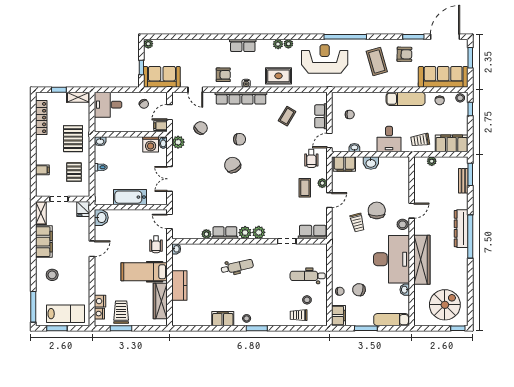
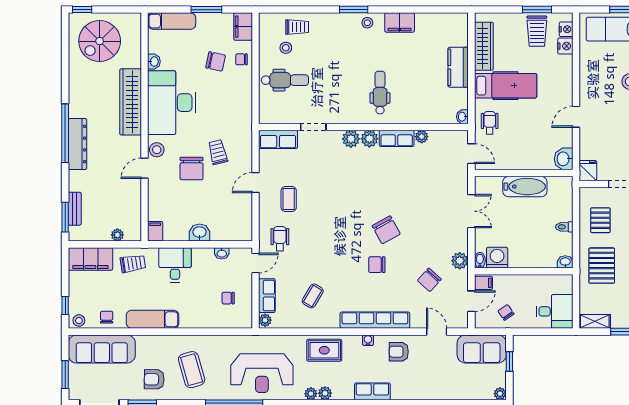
filing cabinet: (344, 164) -> (155, 231), moved, width x0.50
plant: (322, 183) -> (265, 320), moved
dental chair: (237, 267) -> (380, 93), turned 103

